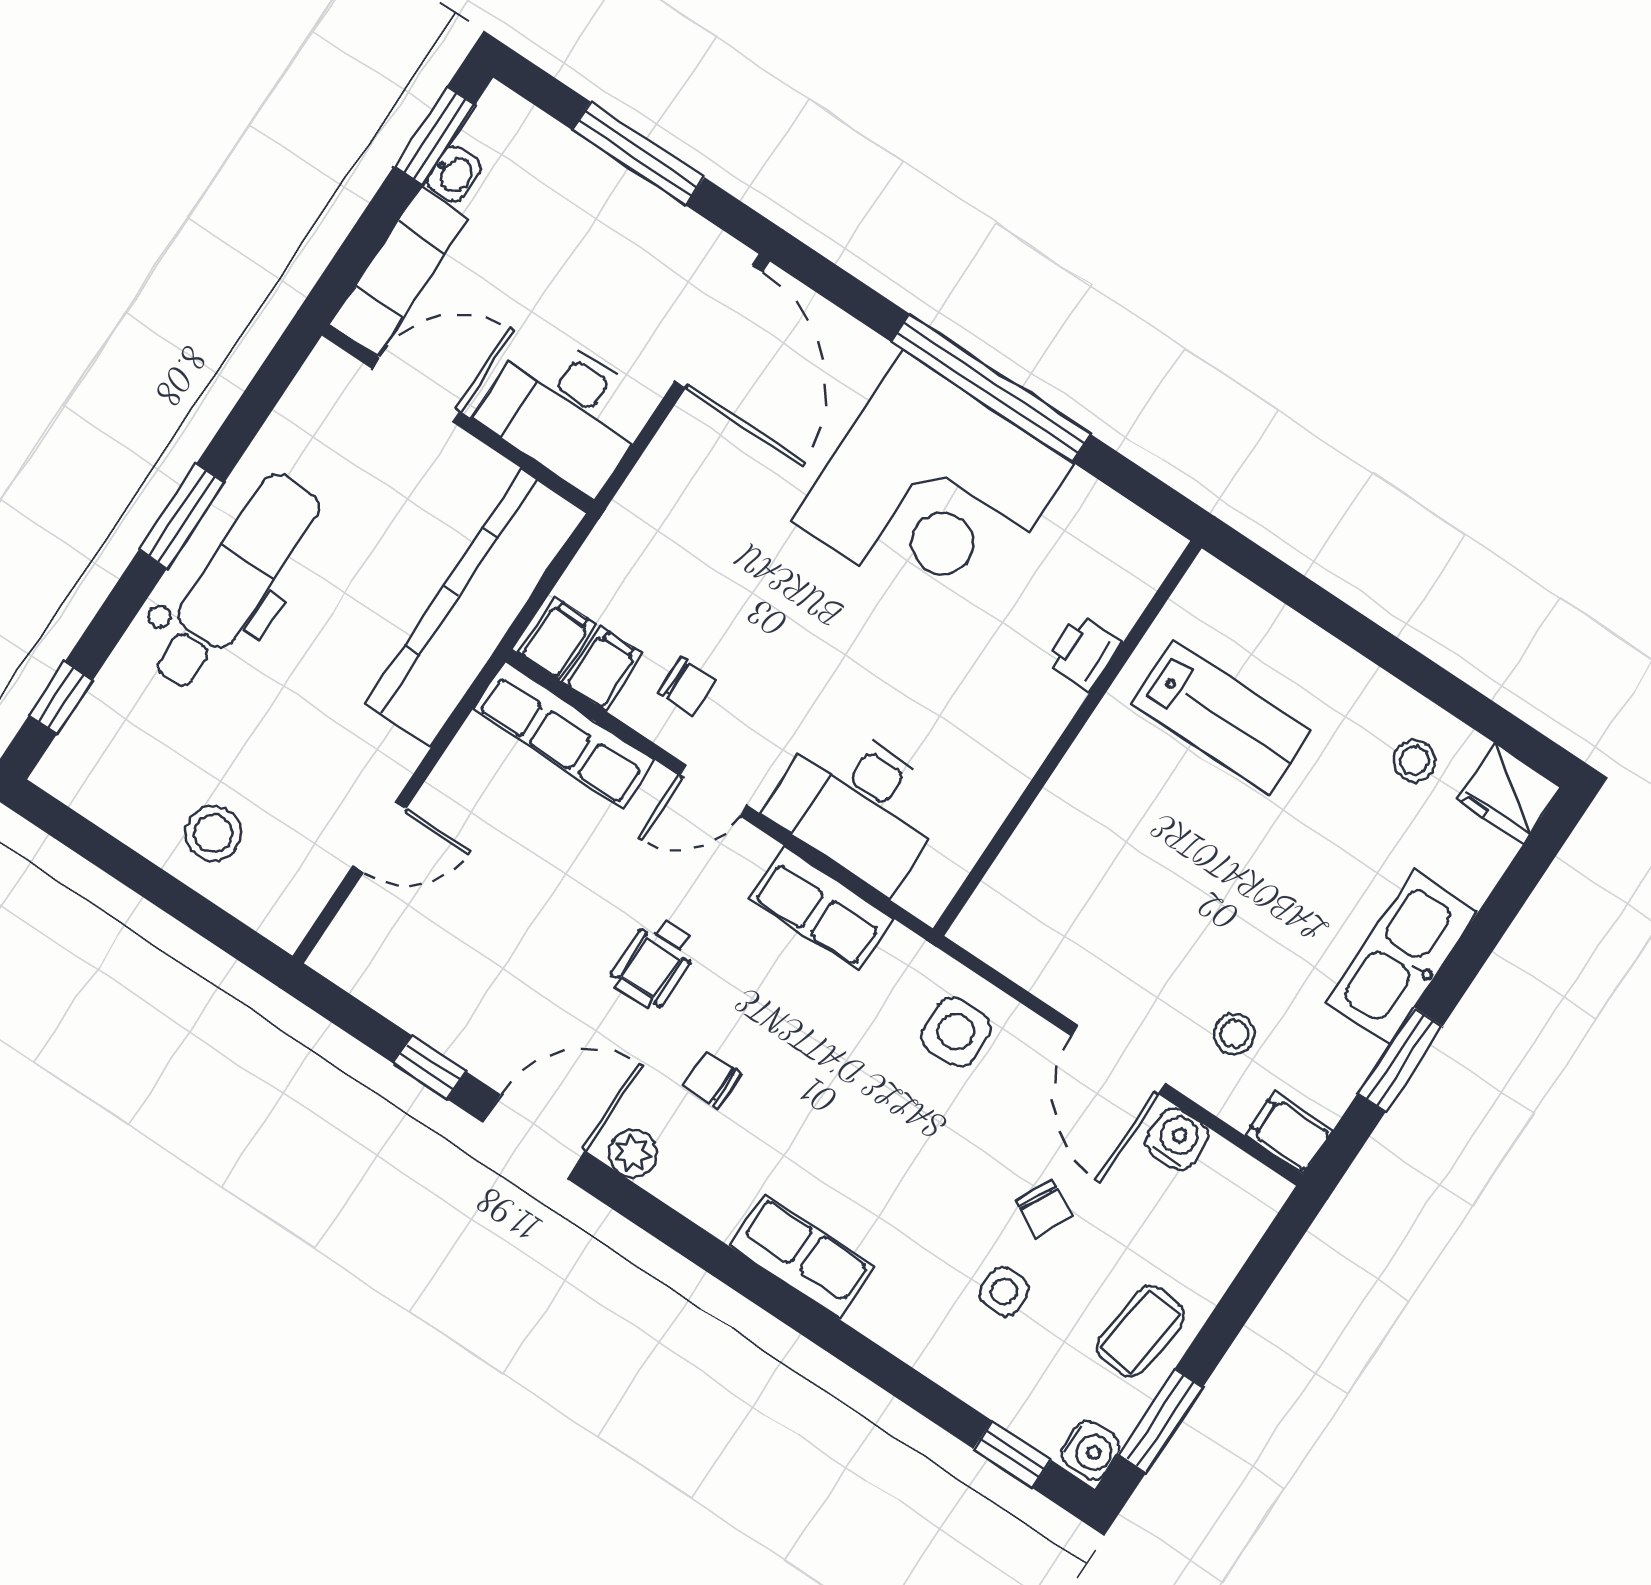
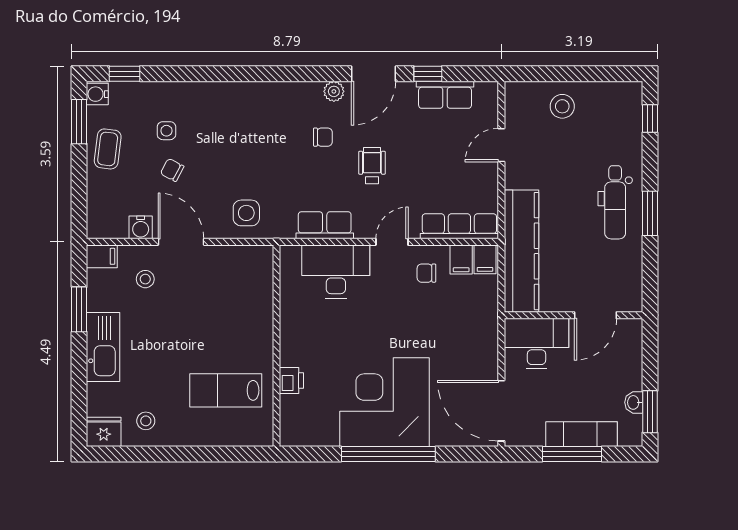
exam couch: (399, 272) -> (581, 434), moved, turned 90
dental chair: (234, 582) -> (615, 202), width x0.73, depth x0.72
row of seats: (802, 1256) -> (445, 95), moved

